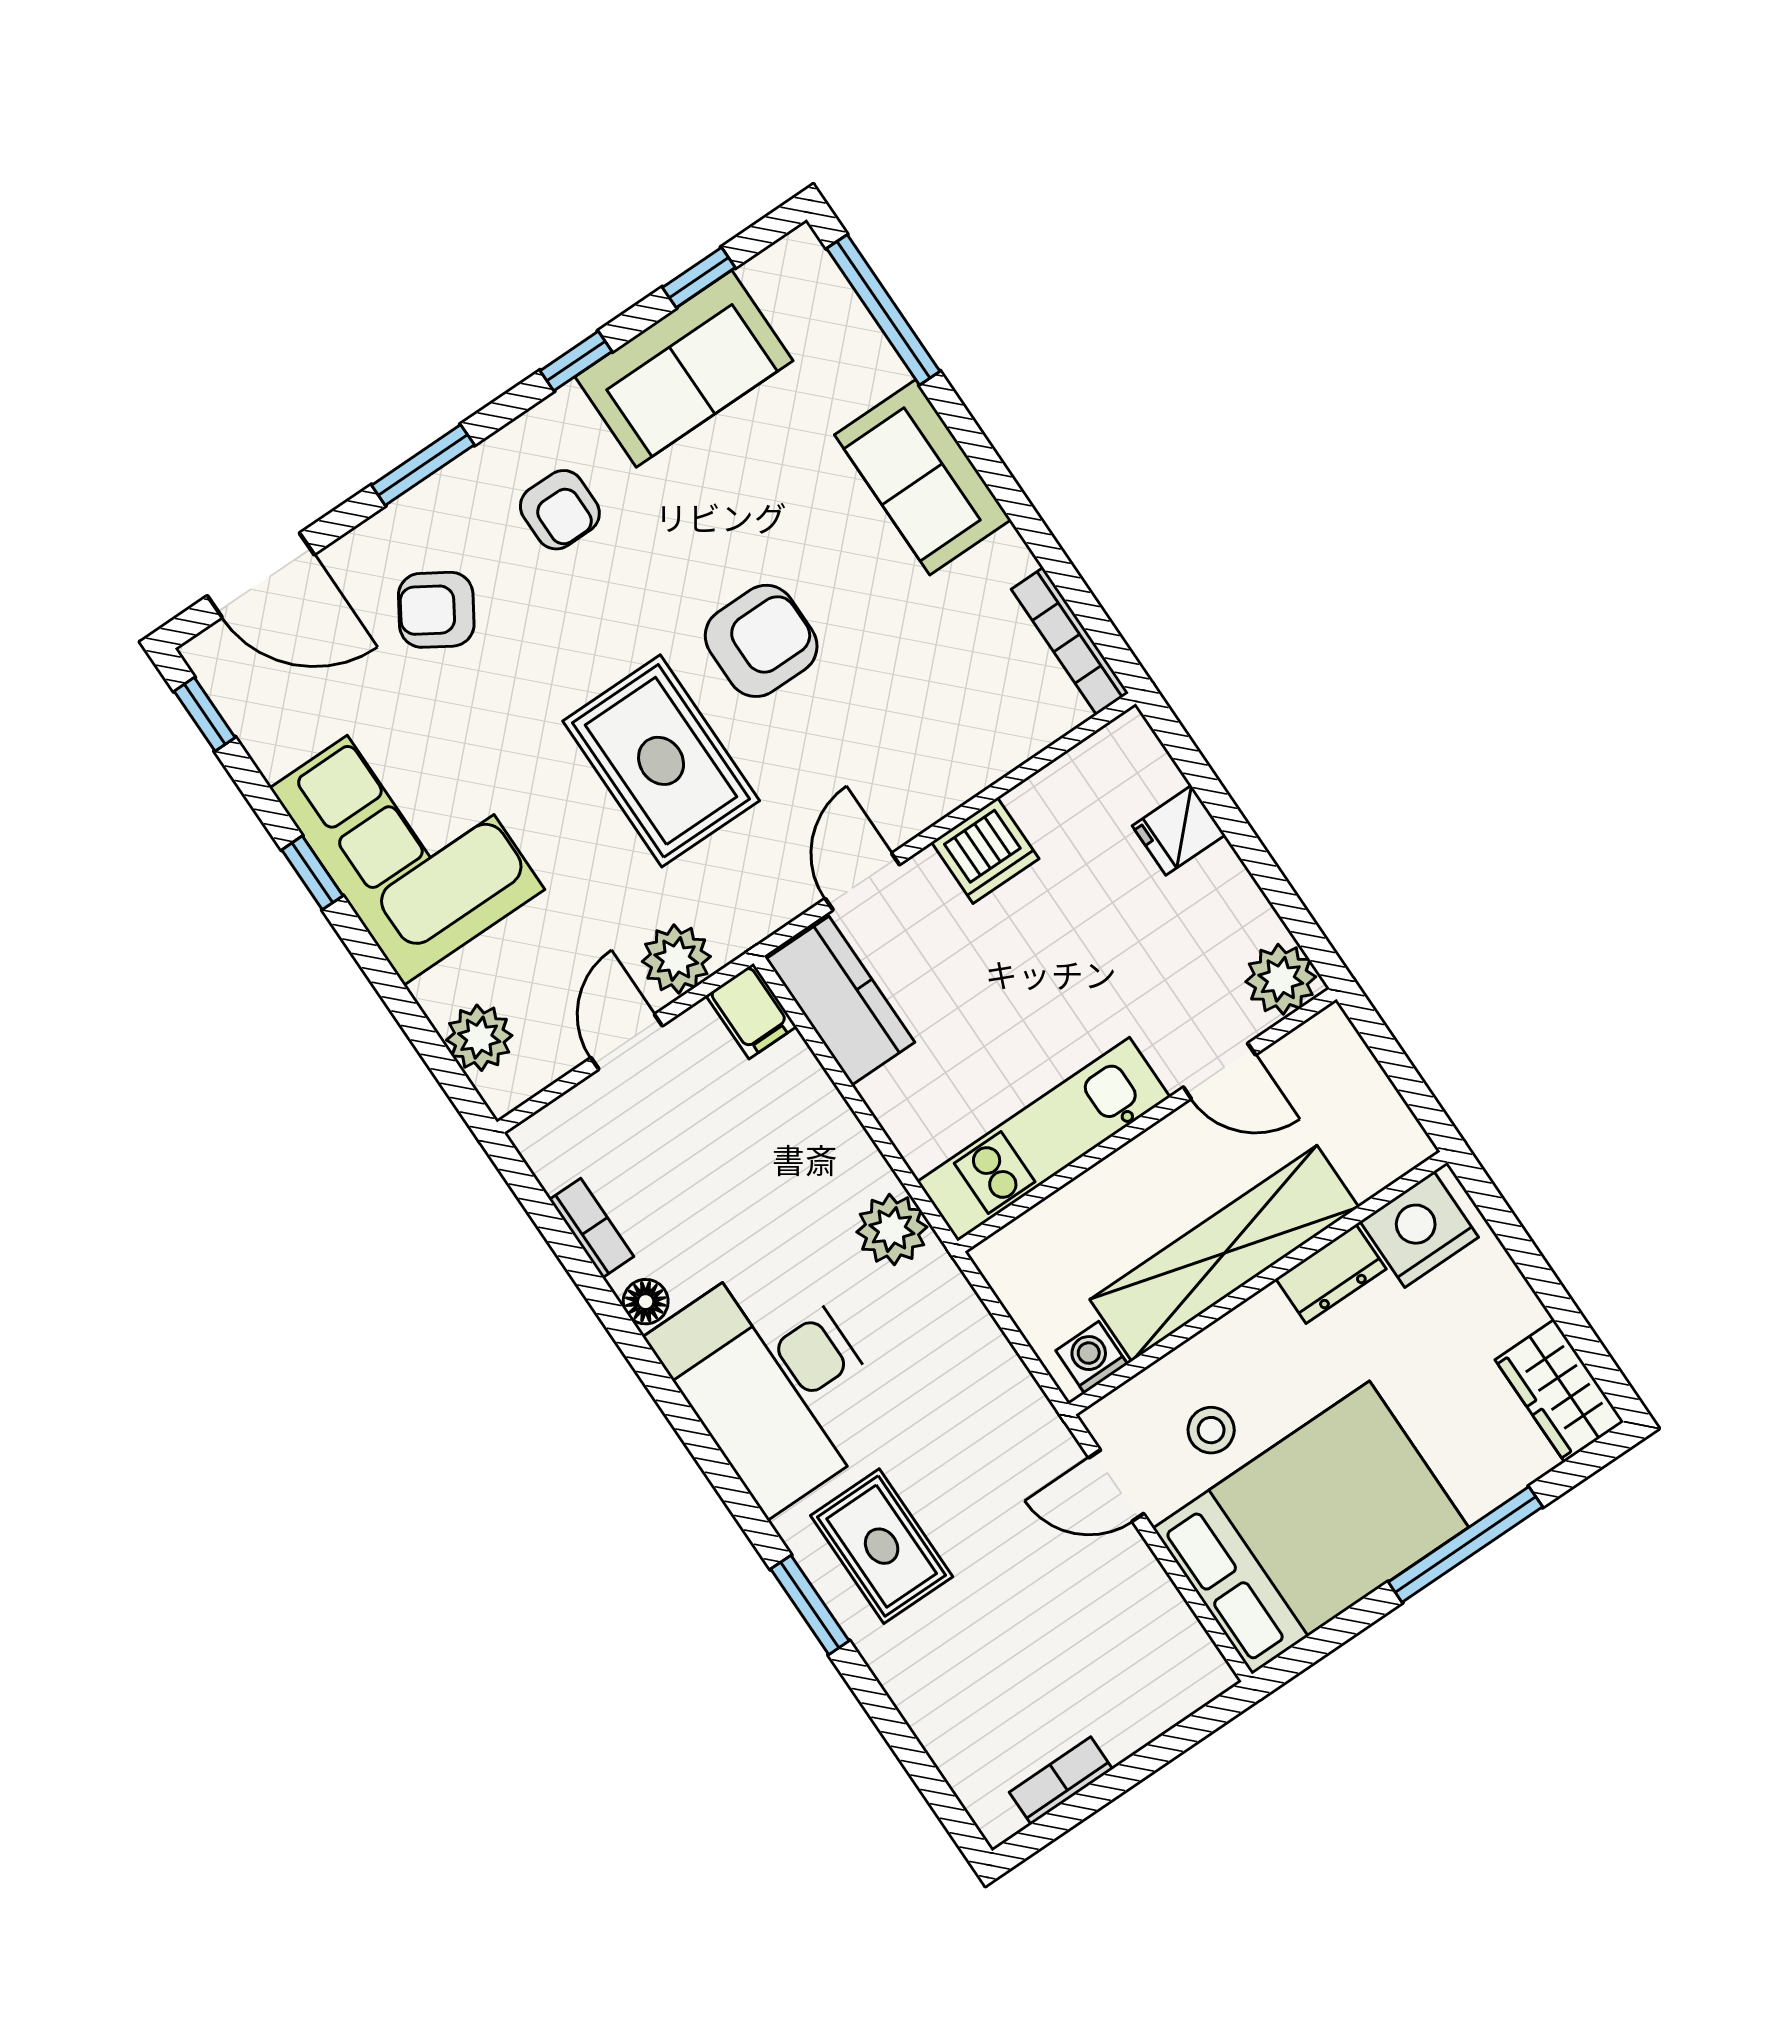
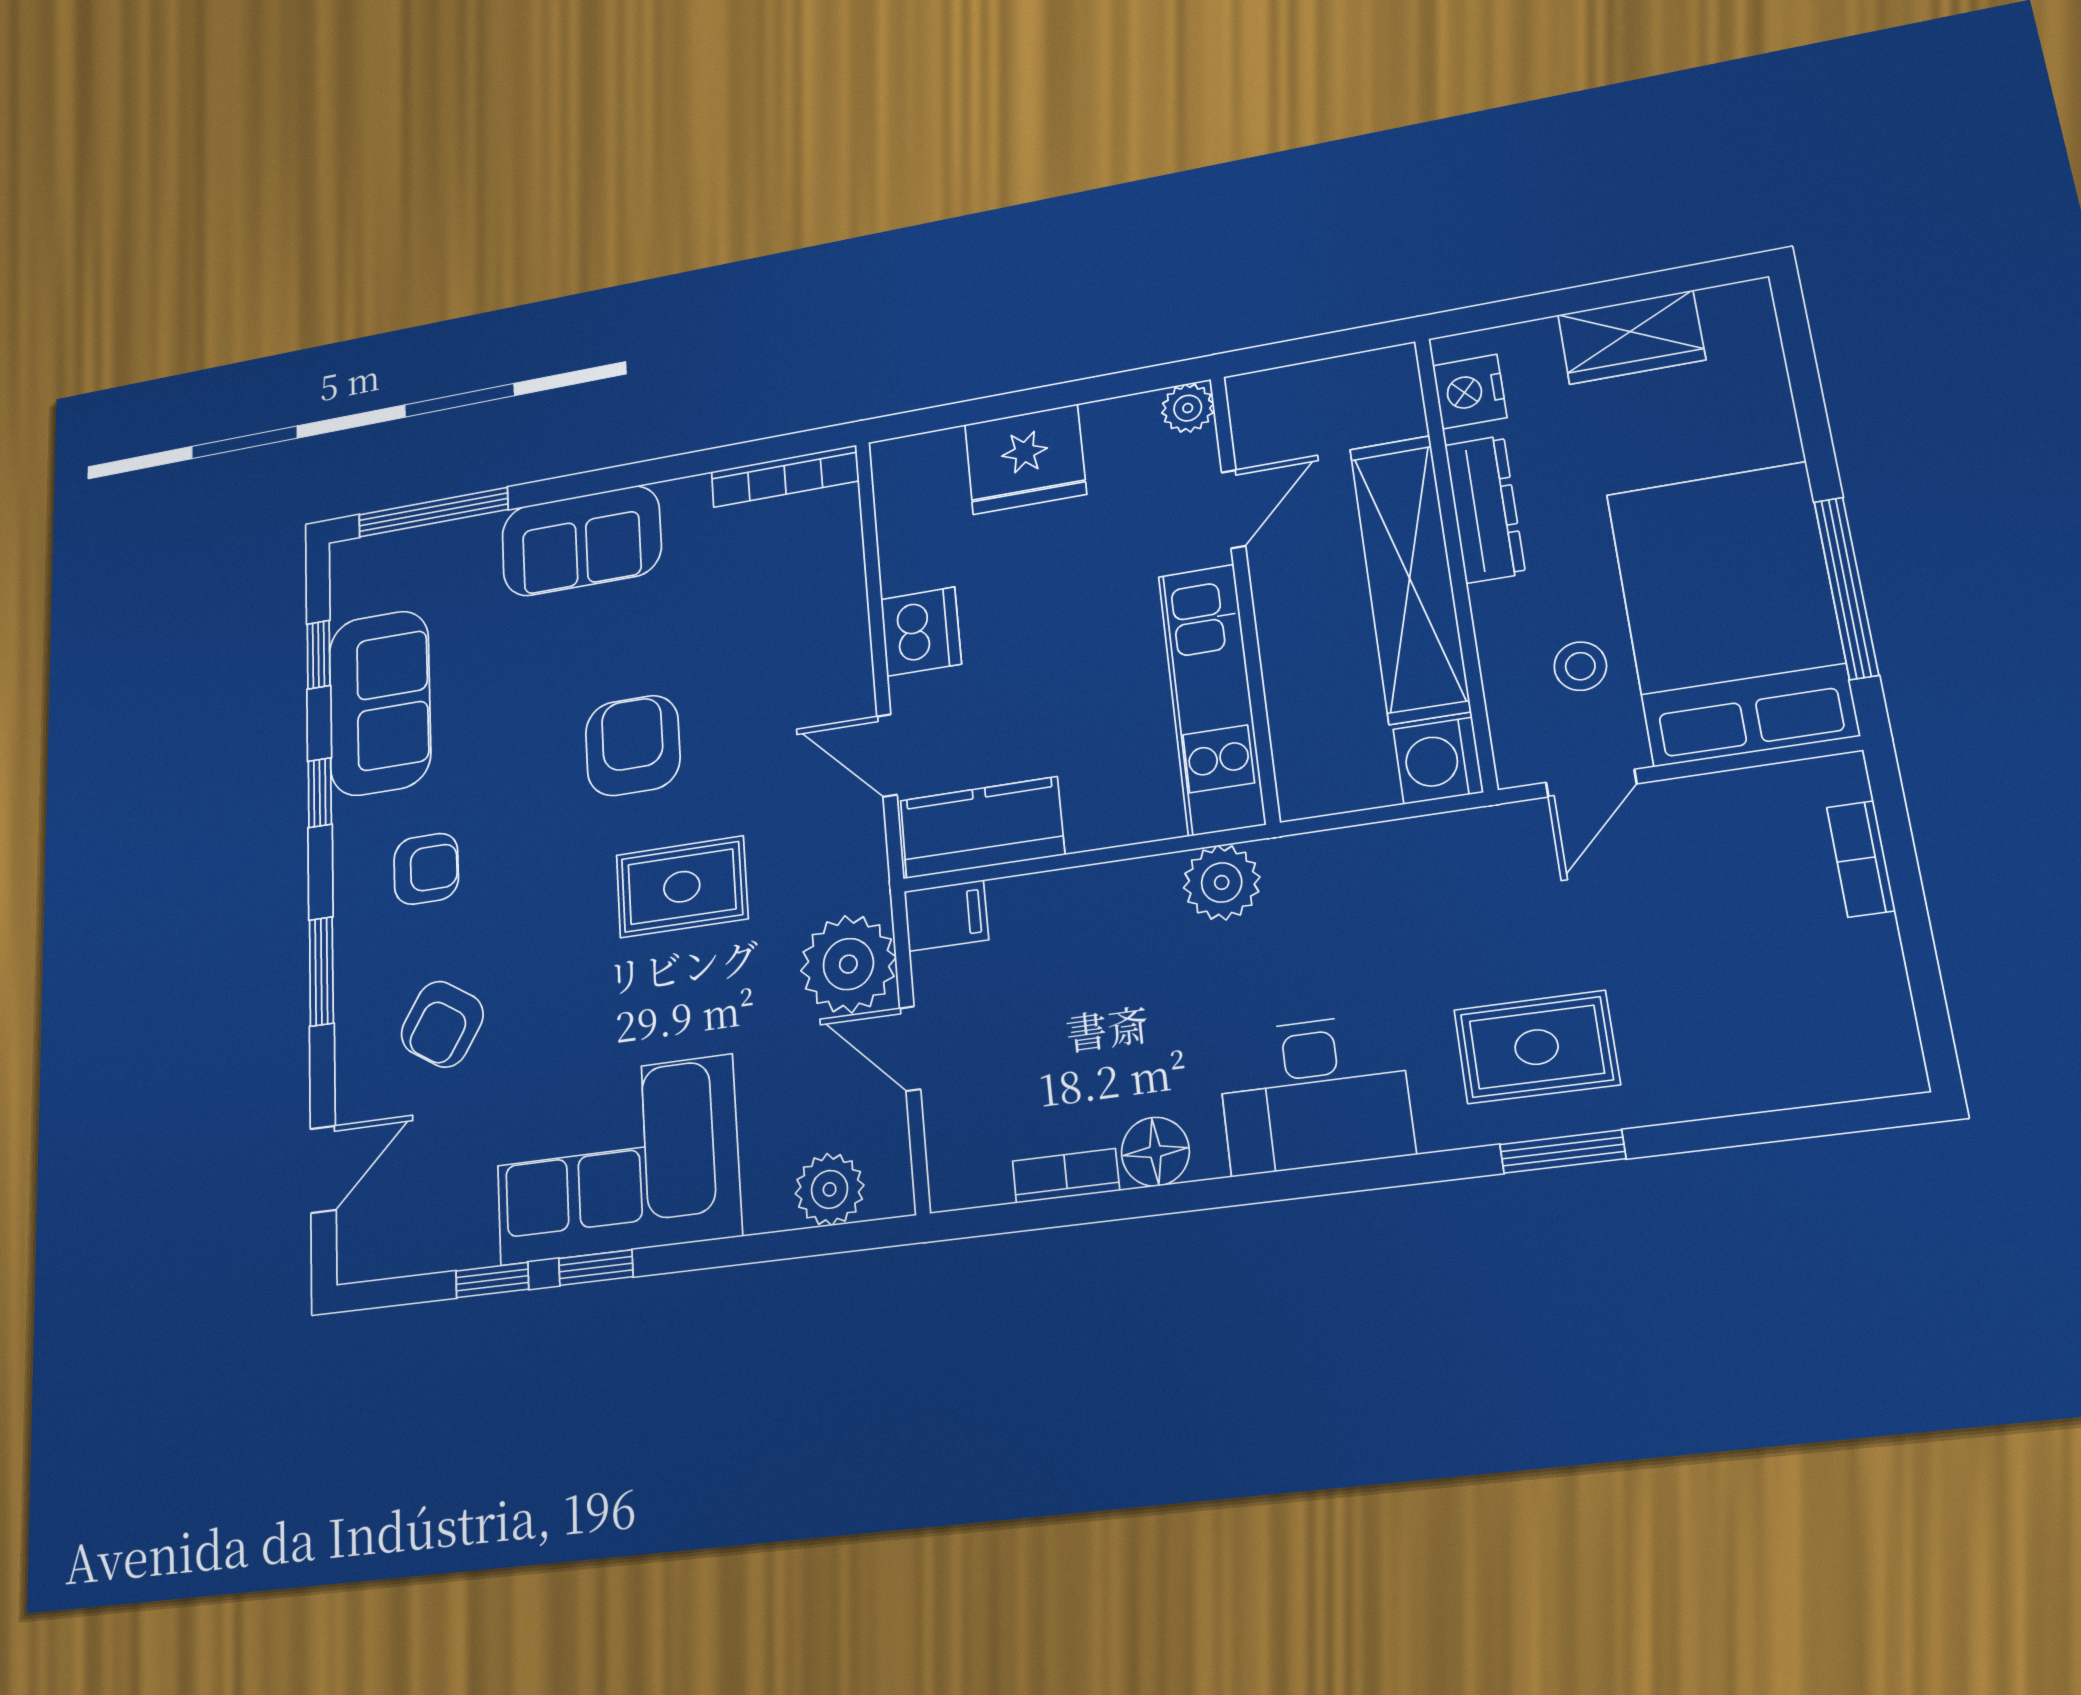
door: (261, 575) -> (323, 1169), width x0.73
window: (205, 714) -> (492, 1280), moved
rug: (661, 761) -> (682, 887), width x0.73, depth x0.70
fridge: (1179, 830) -> (1025, 459), width x1.88, depth x1.34
plant: (676, 959) -> (848, 964), width x1.36, depth x1.36
plant: (1281, 979) -> (1188, 408), width x0.73, depth x0.73
nightstand: (1419, 1229) -> (1470, 392), width x0.74, depth x0.75
dresser: (1331, 1274) -> (1485, 509), width x1.44
floor lamp: (646, 1302) -> (1155, 1152), width x1.37, depth x1.37
washing machine: (1092, 1357) -> (1438, 761), width x1.38, depth x1.38
desk: (774, 1382) -> (1314, 1094), width x0.73, depth x0.77
wardrobe: (1559, 1391) -> (1631, 337), moved
window: (1465, 1544) -> (1846, 588), moved
bookcase: (1061, 1781) -> (1861, 859), moved

